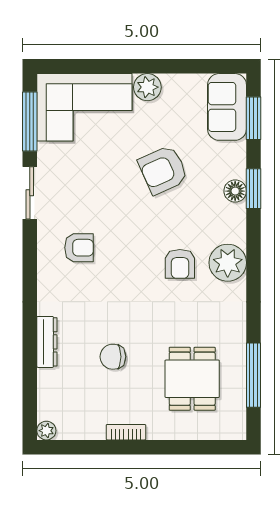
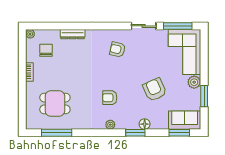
window: (177, 66) -> (204, 96), added
window: (254, 189) -> (135, 133), moved
armchair: (79, 248) -> (118, 49), turned 103
plant: (228, 263) -> (110, 125), width x0.53, depth x0.53
chair: (113, 357) -> (46, 50), moved

